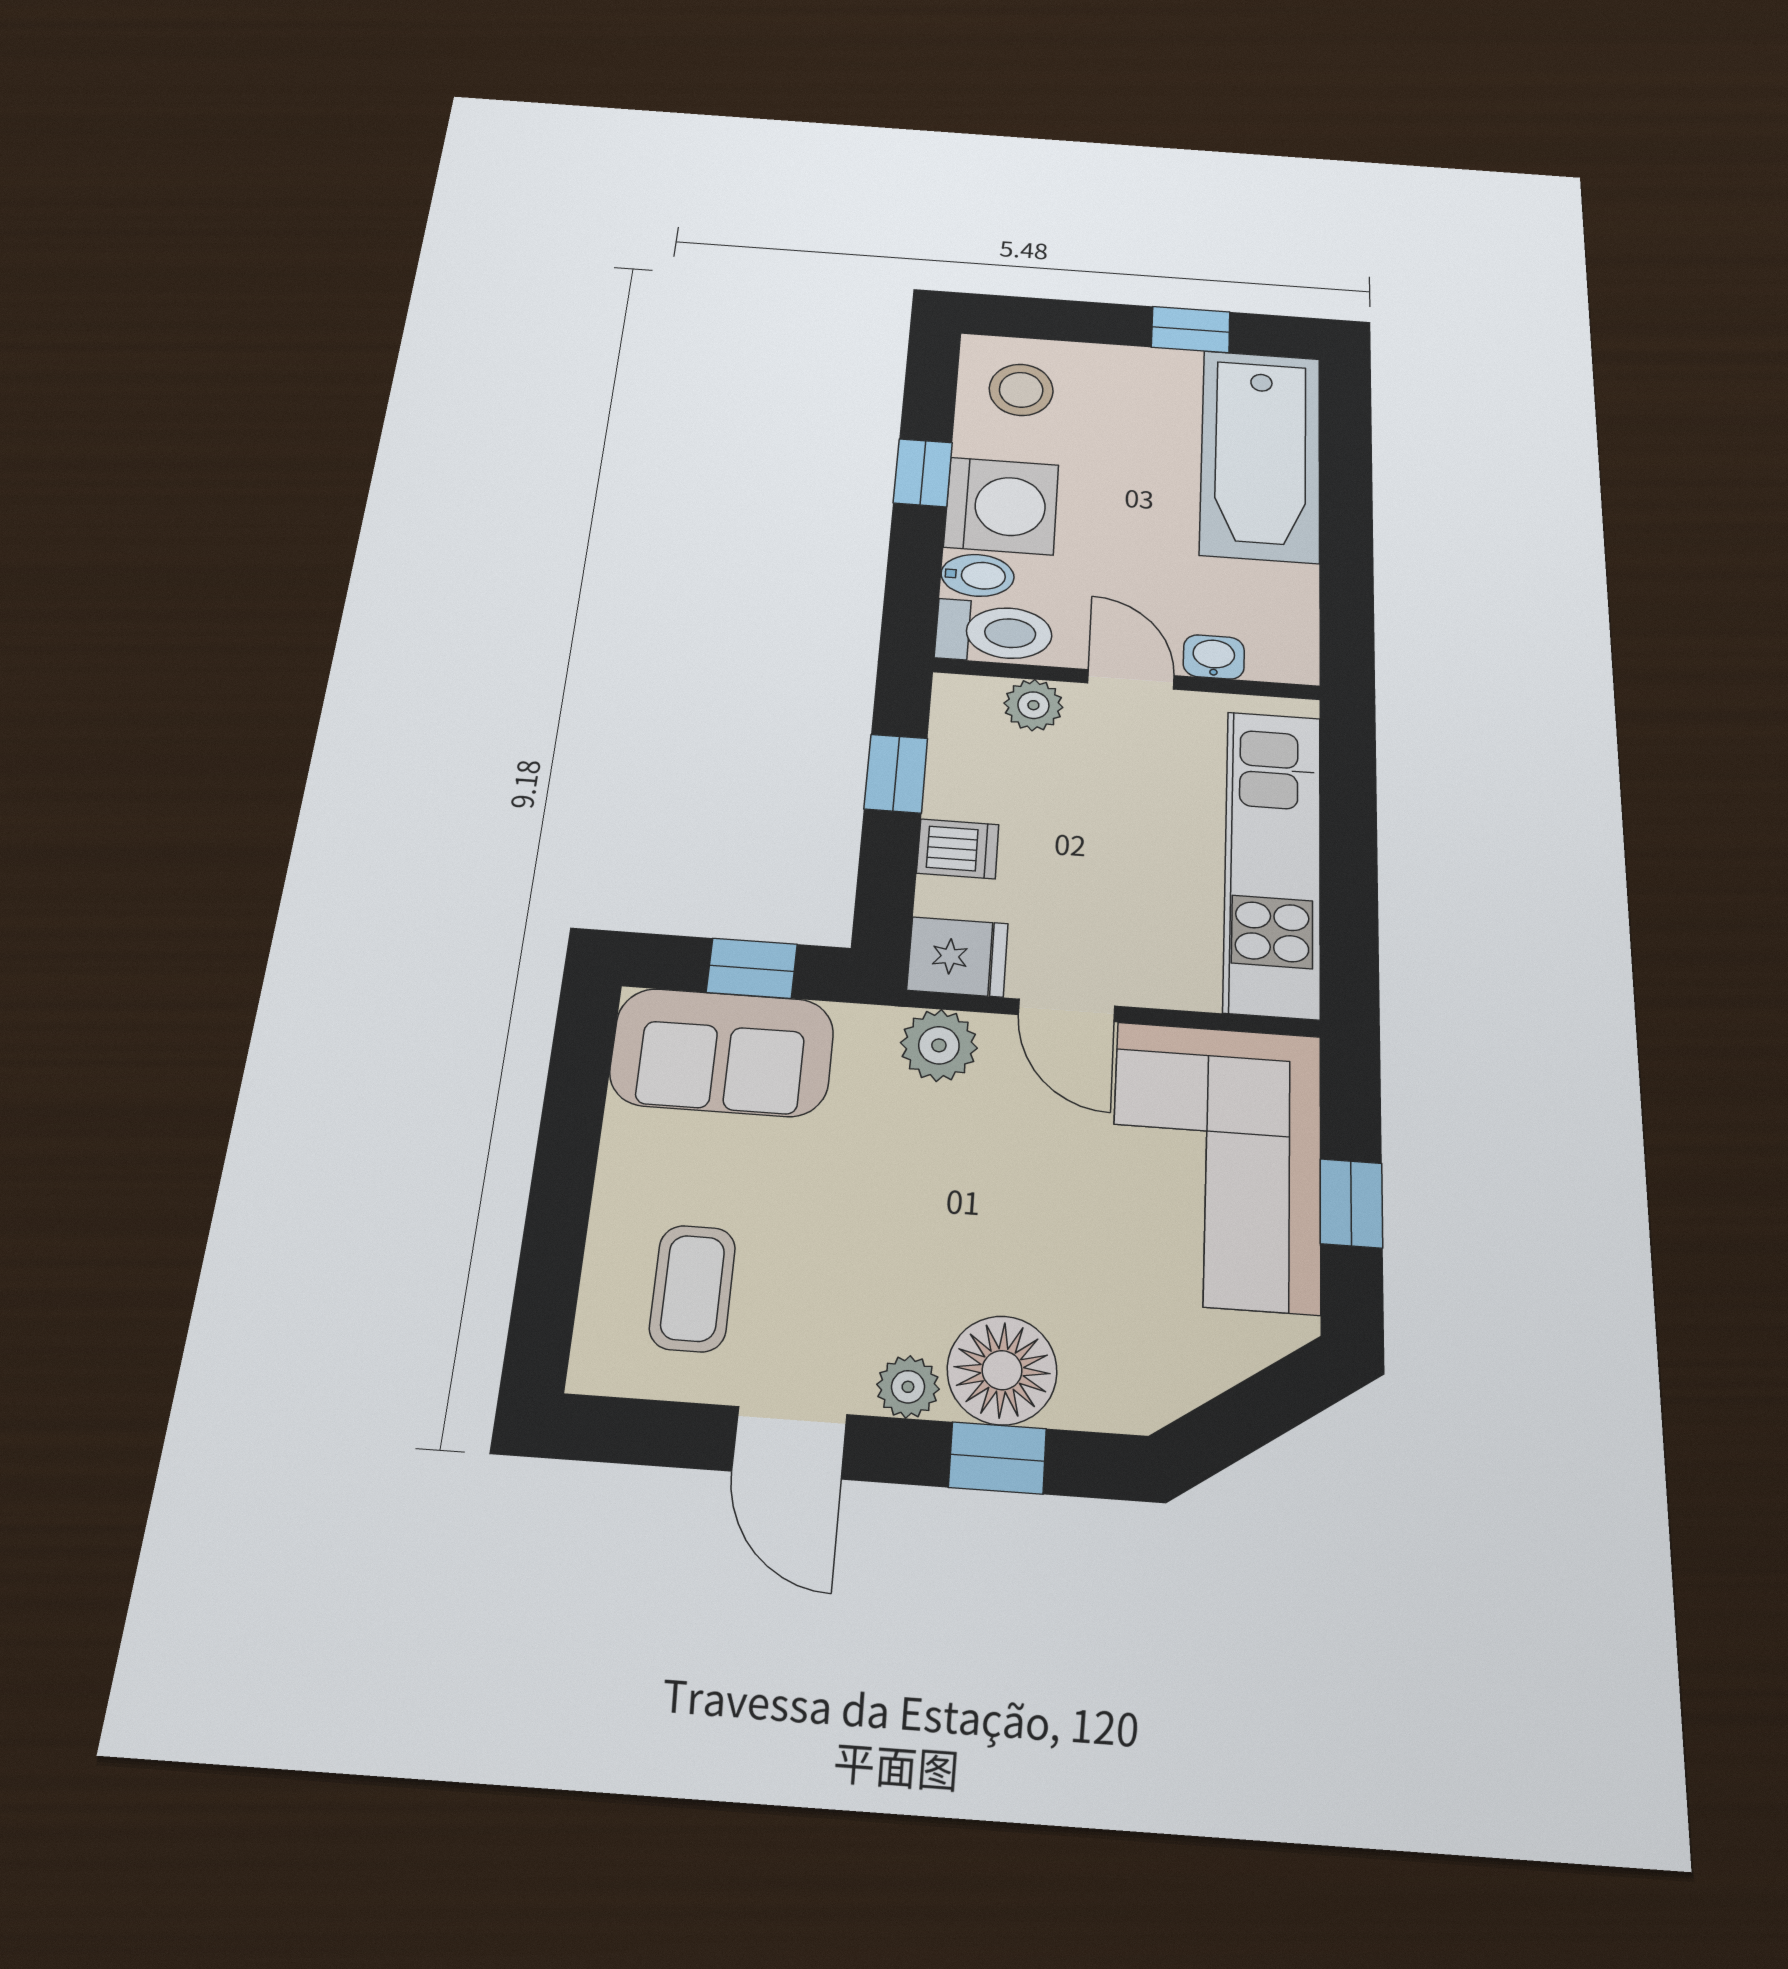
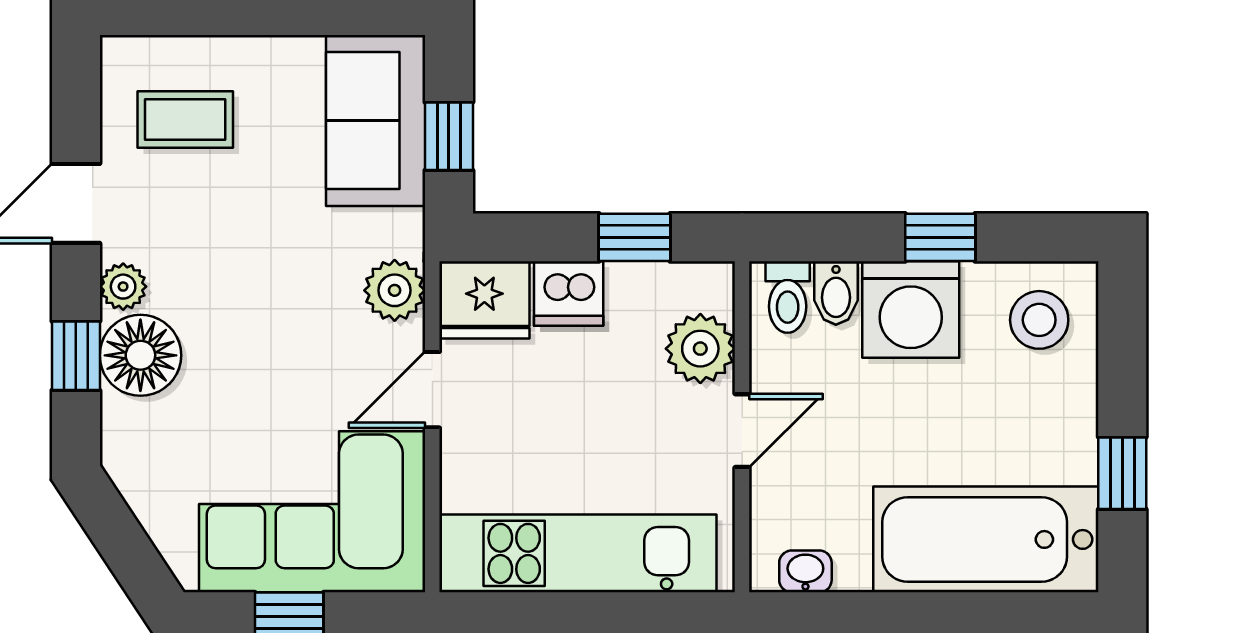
toilet: (994, 632) -> (788, 297), width x0.73, depth x0.72
washbasin: (1214, 657) -> (805, 571), moved, turned -90
plant: (1033, 705) -> (700, 349), width x1.38, depth x1.38
dishwasher: (958, 849) -> (569, 294), width x1.38
fridge: (958, 957) -> (484, 300), width x1.38

